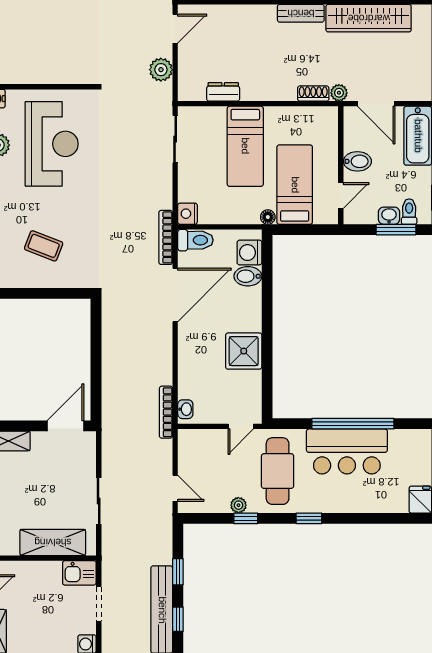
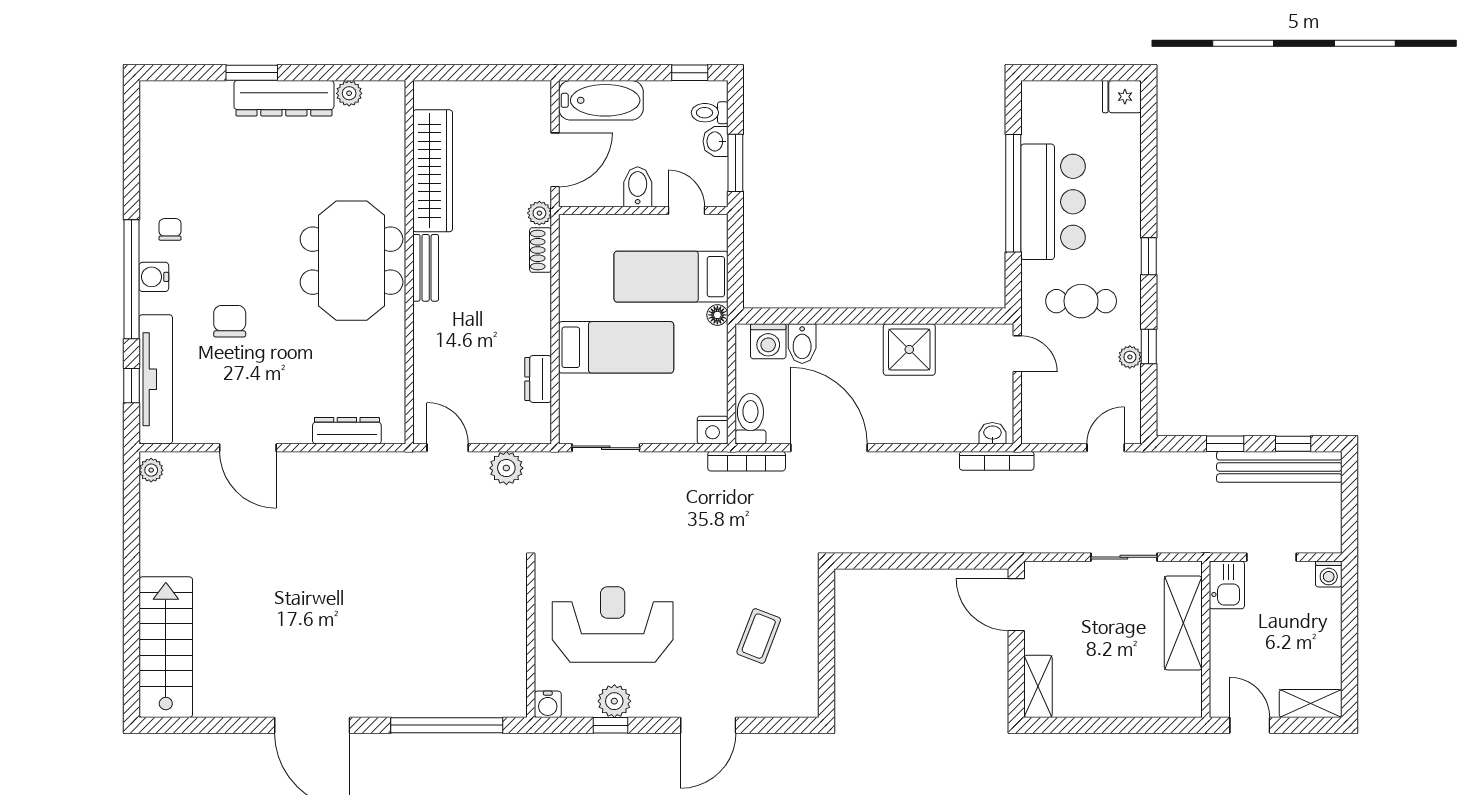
window: (396, 230) -> (735, 163), moved
cafe table: (278, 471) -> (1081, 301), width x0.73, depth x0.74

